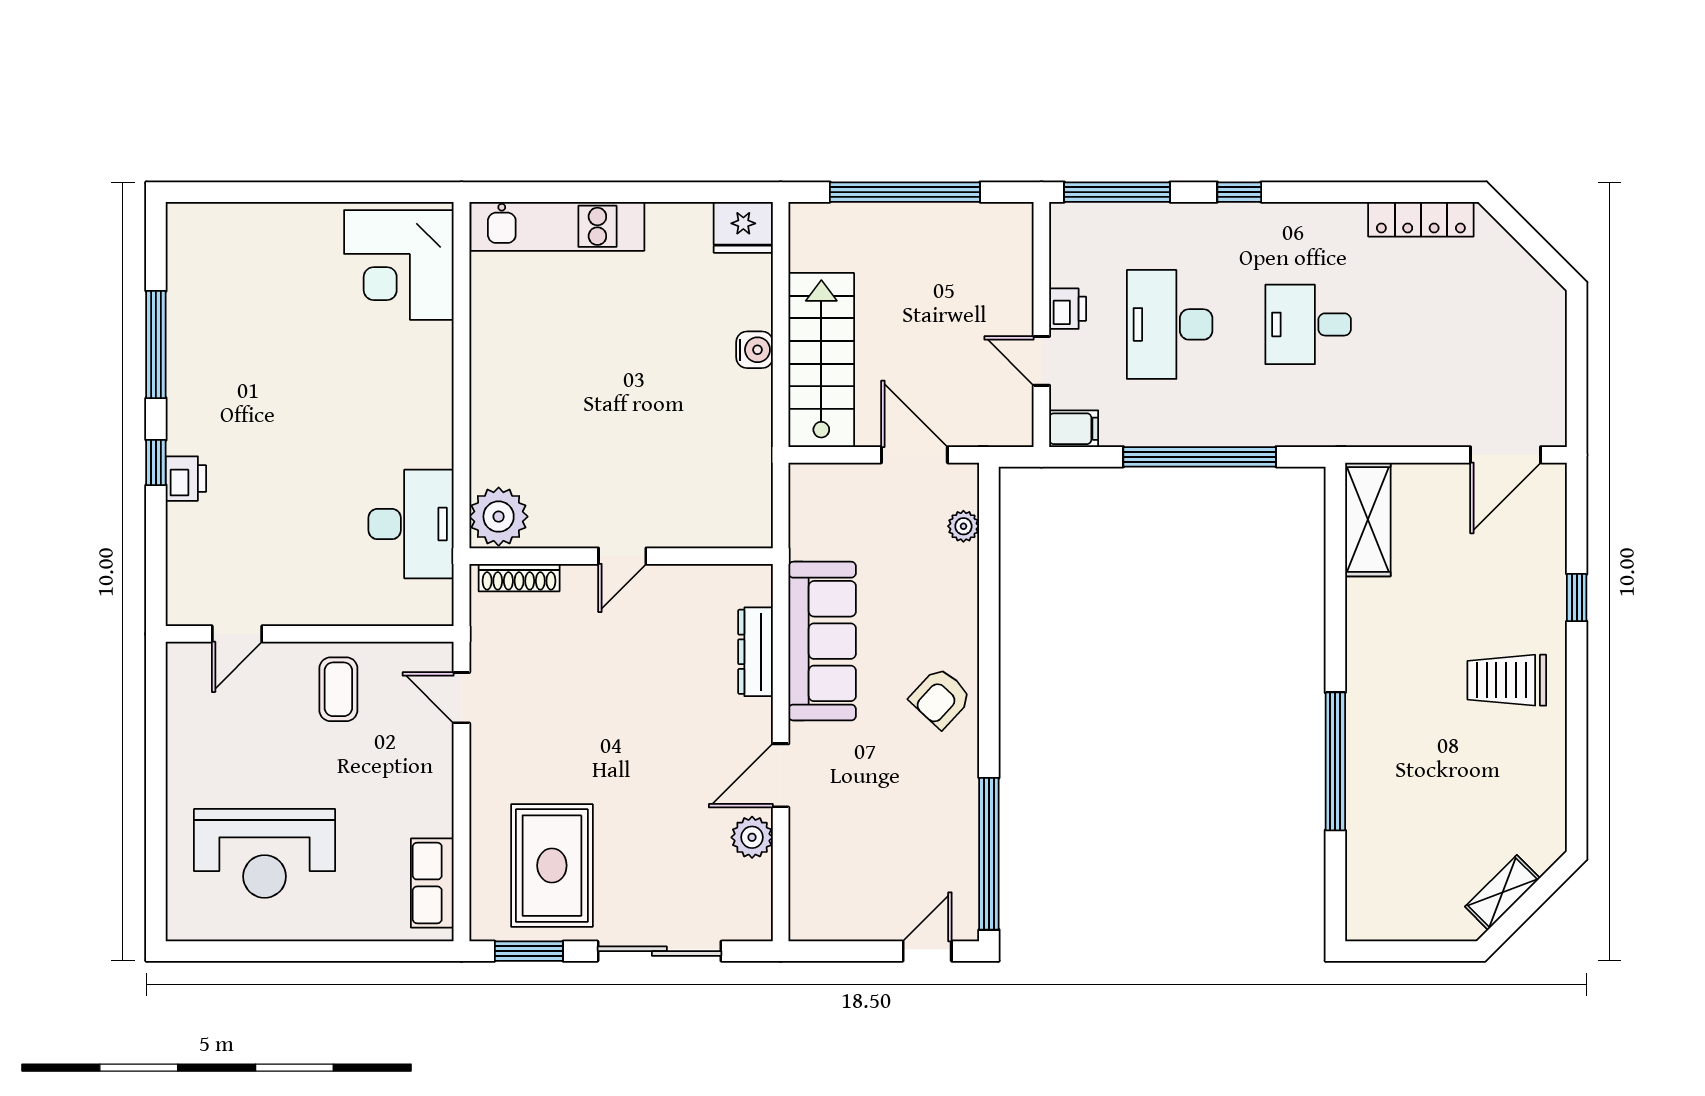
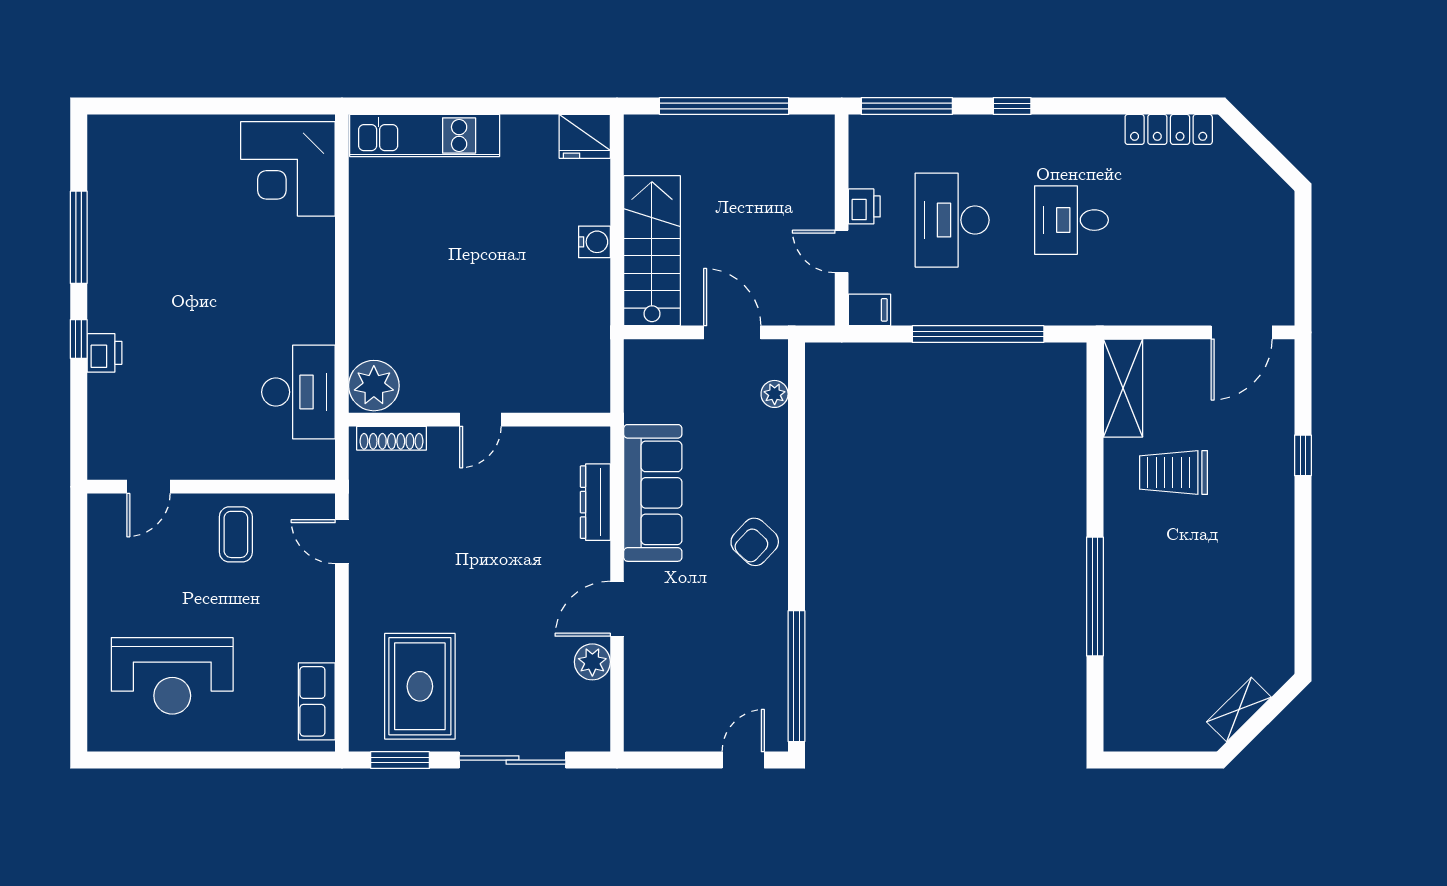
trolley: (1507, 680) -> (1173, 472), moved

